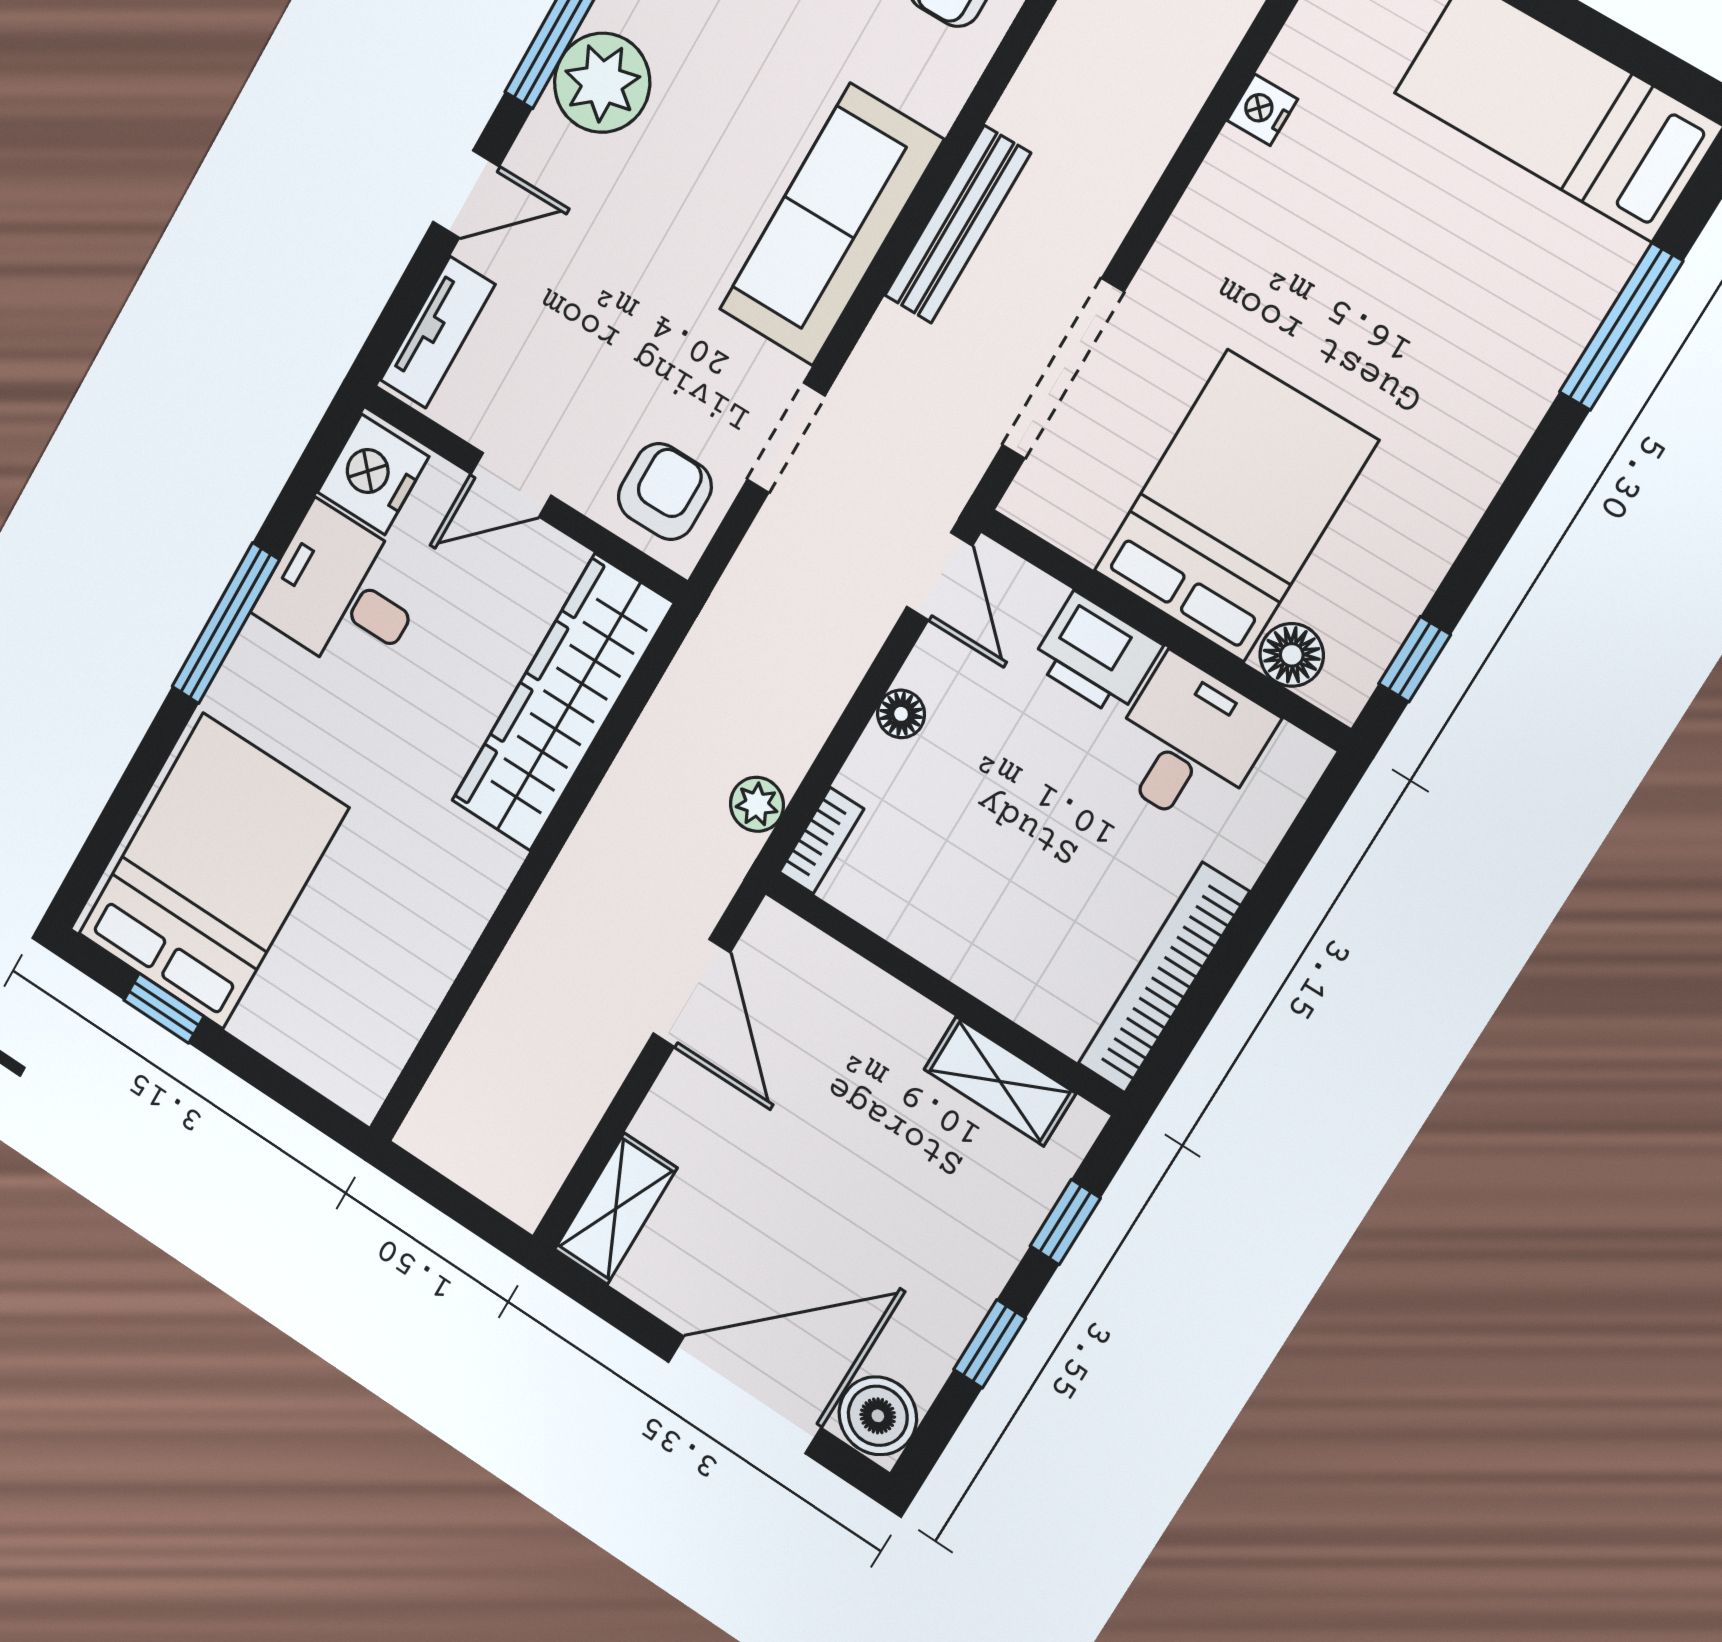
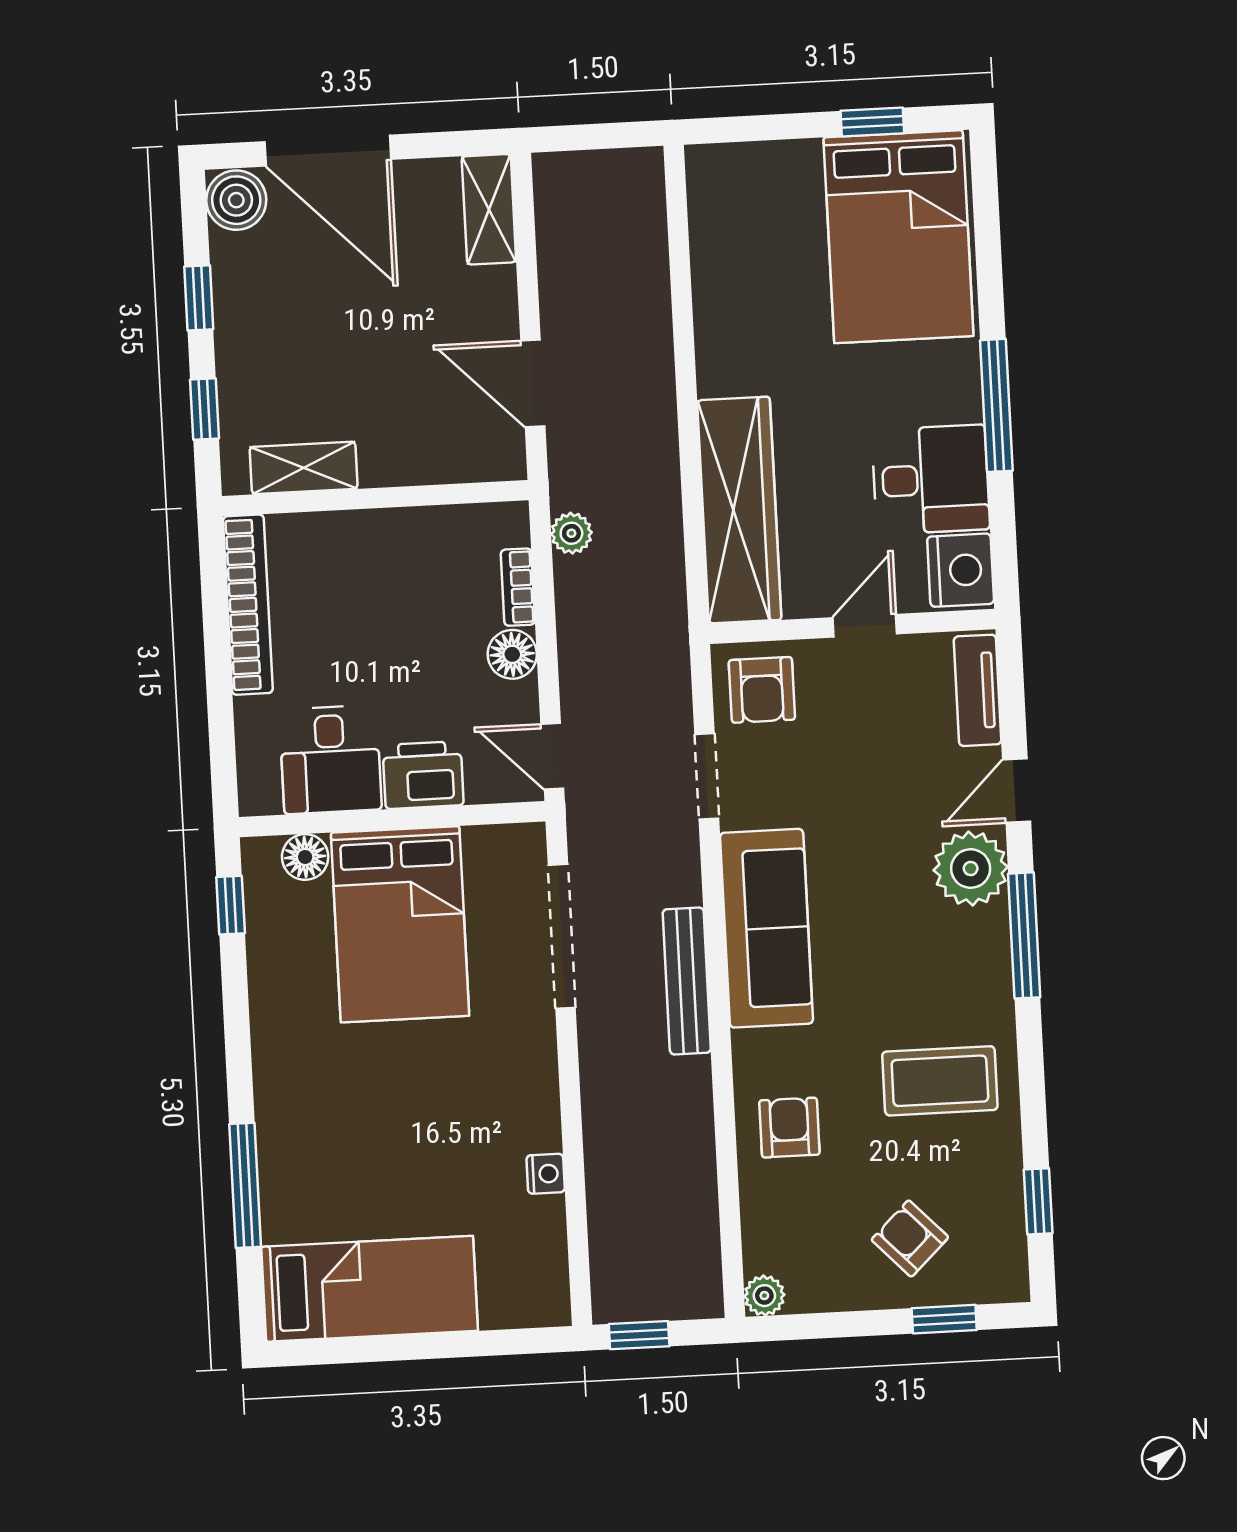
plant: (602, 83) -> (971, 869), moved
floor lamp: (901, 714) -> (512, 654), width x1.37, depth x1.37
bookcase: (821, 841) -> (518, 587), moved
door: (744, 1395) -> (328, 151), hinge flipped

